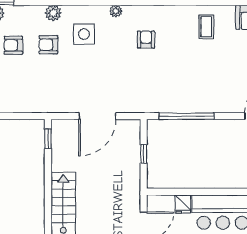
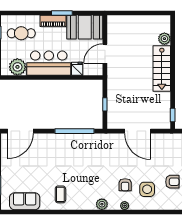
plant: (53, 13) -> (102, 204), moved
armchair: (146, 40) -> (125, 185), moved
door: (97, 116) -> (138, 131), swing flipped

